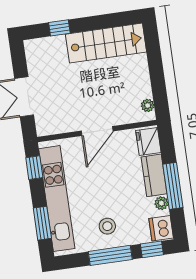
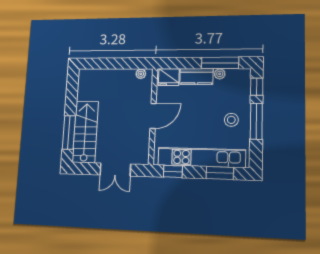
window: (59, 28) -> (69, 132), width x2.17
stairs: (106, 43) -> (85, 132), moved
door: (97, 131) -> (153, 116), hinge flipped
window: (173, 186) -> (220, 63), moved
dishwasher: (161, 228) -> (240, 77), removed

